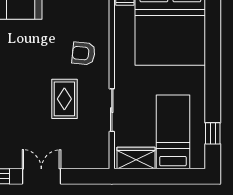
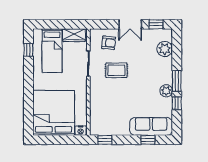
armchair: (84, 53) -> (109, 43), moved
rug: (64, 99) -> (116, 70), turned 90

